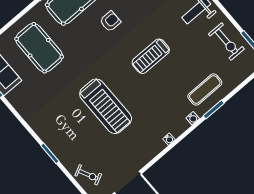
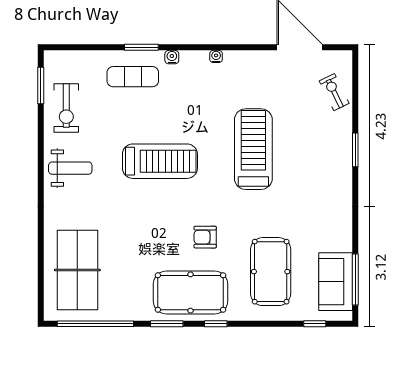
armchair: (110, 21) -> (205, 237), moved
exercise bike: (226, 42) -> (66, 108), turned 180
treadmill: (151, 56) -> (160, 161), width x1.37, depth x1.38

